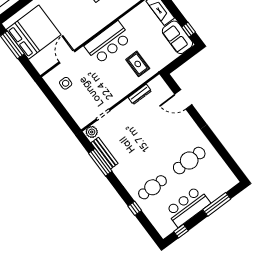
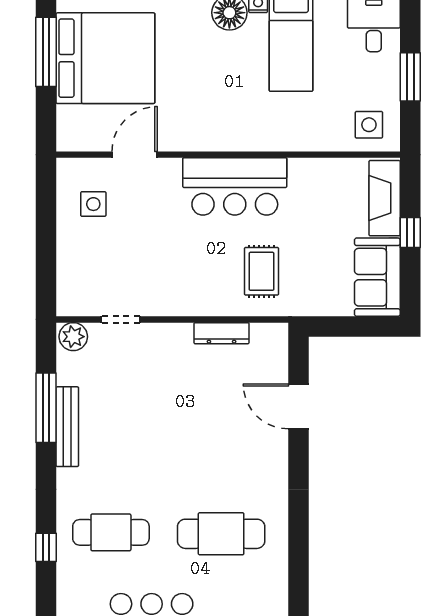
window: (189, 30) -> (410, 233), moved
bench: (104, 153) -> (67, 427), moved

